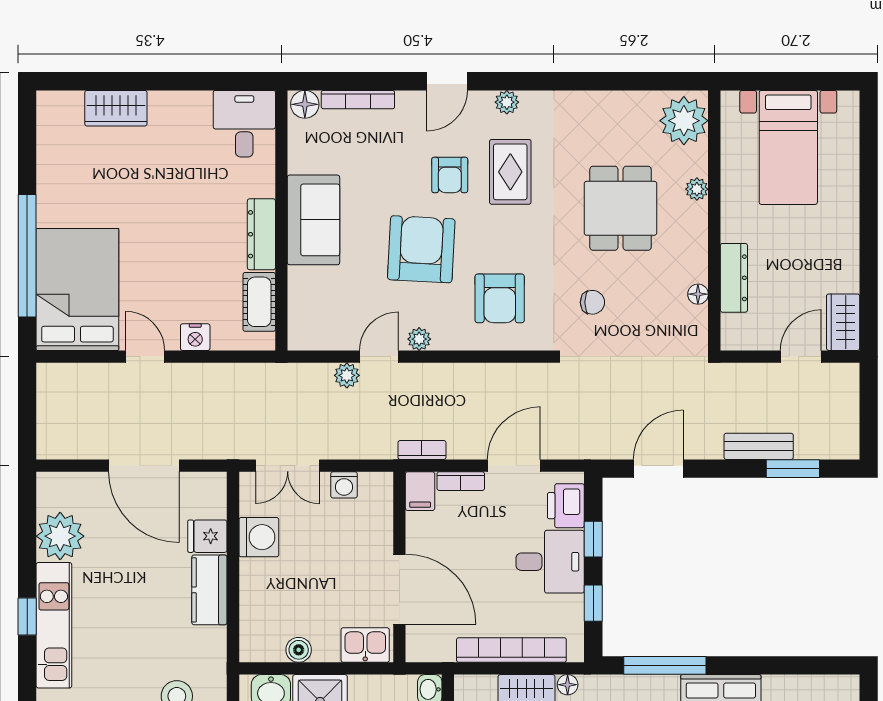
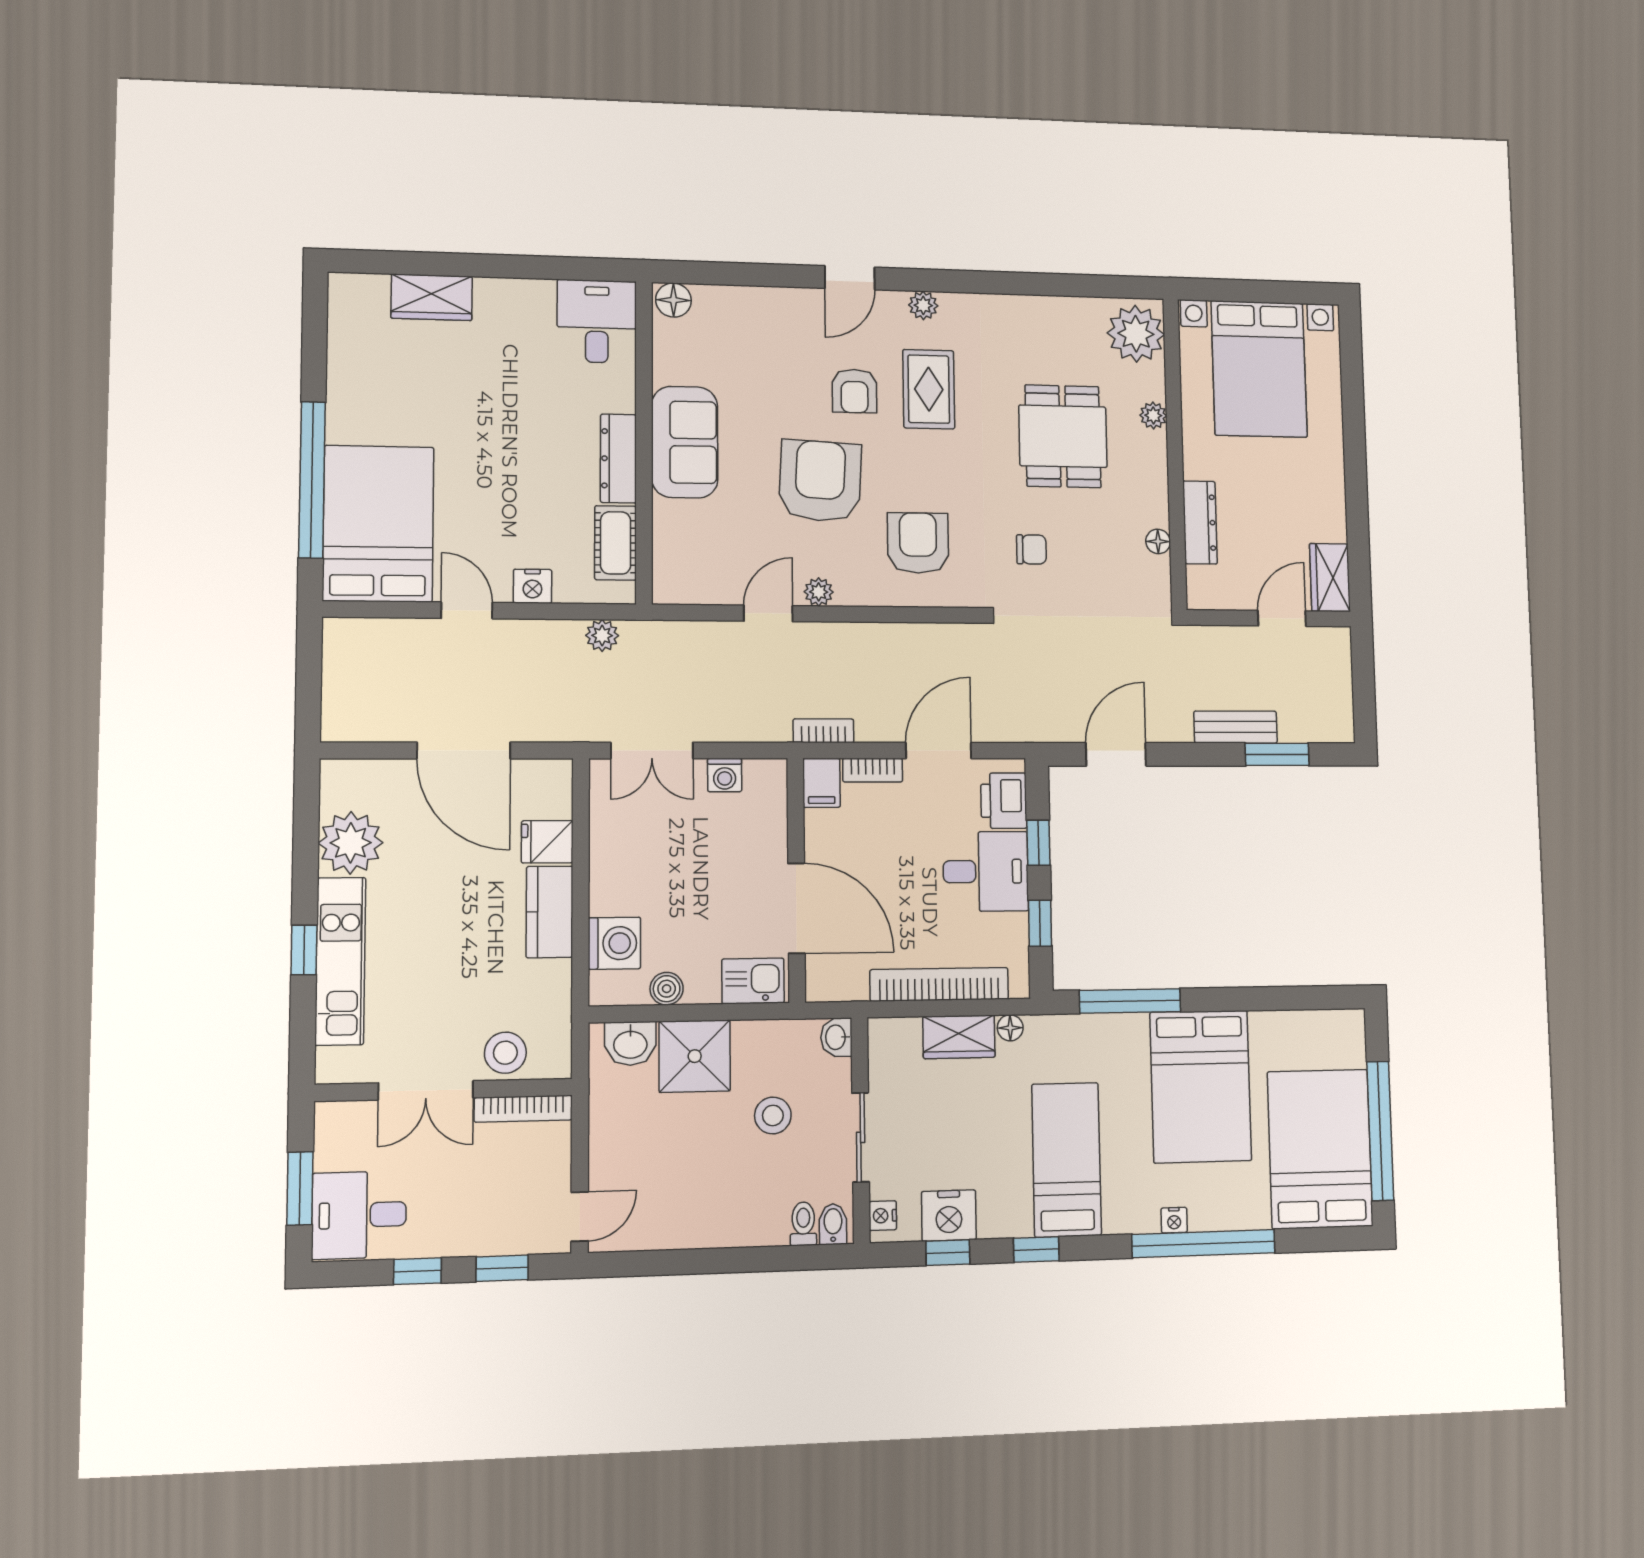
bookcase: (358, 100) -> (740, 296), removed
bed with nightstands: (788, 147) -> (1259, 369), width x1.36
armchair: (500, 298) -> (918, 543), turned 180
plant: (347, 375) -> (602, 635), moved
washing machine: (259, 537) -> (615, 943), moved

